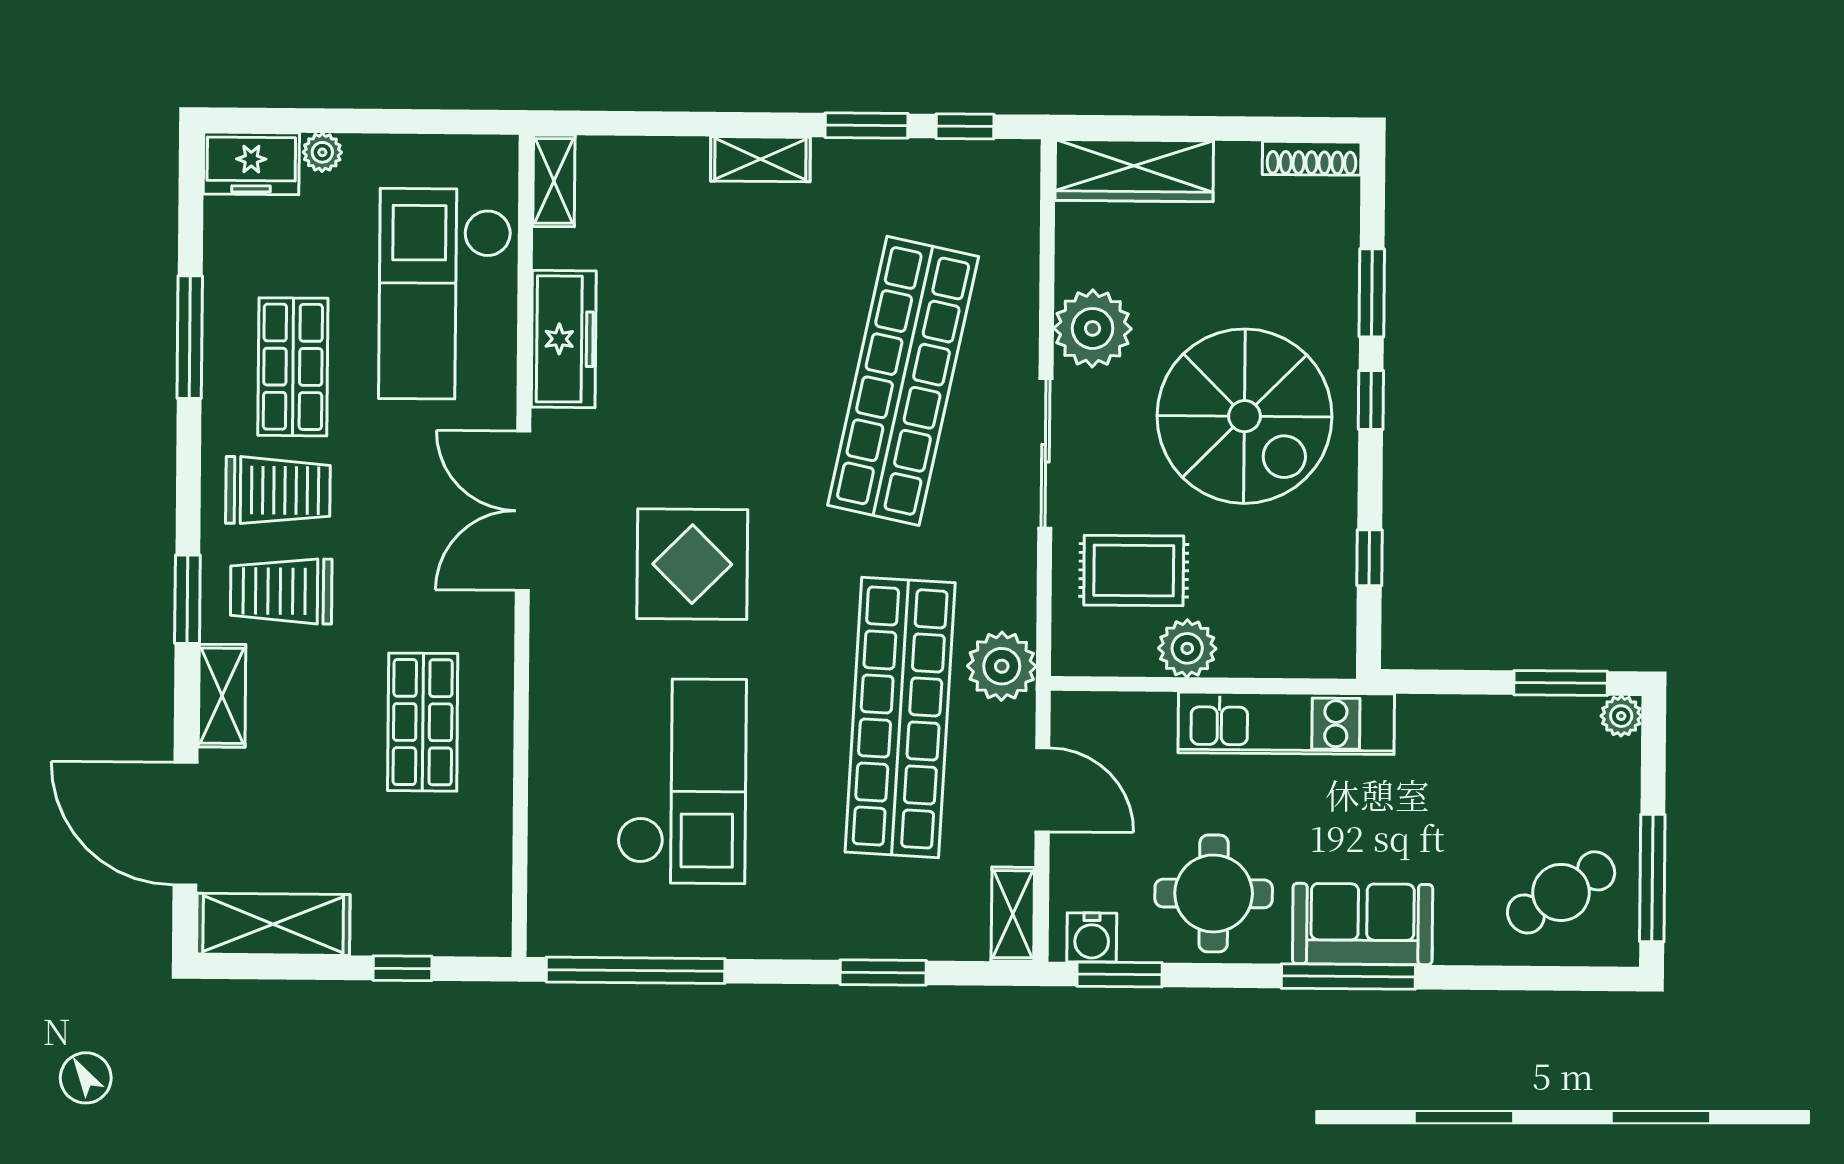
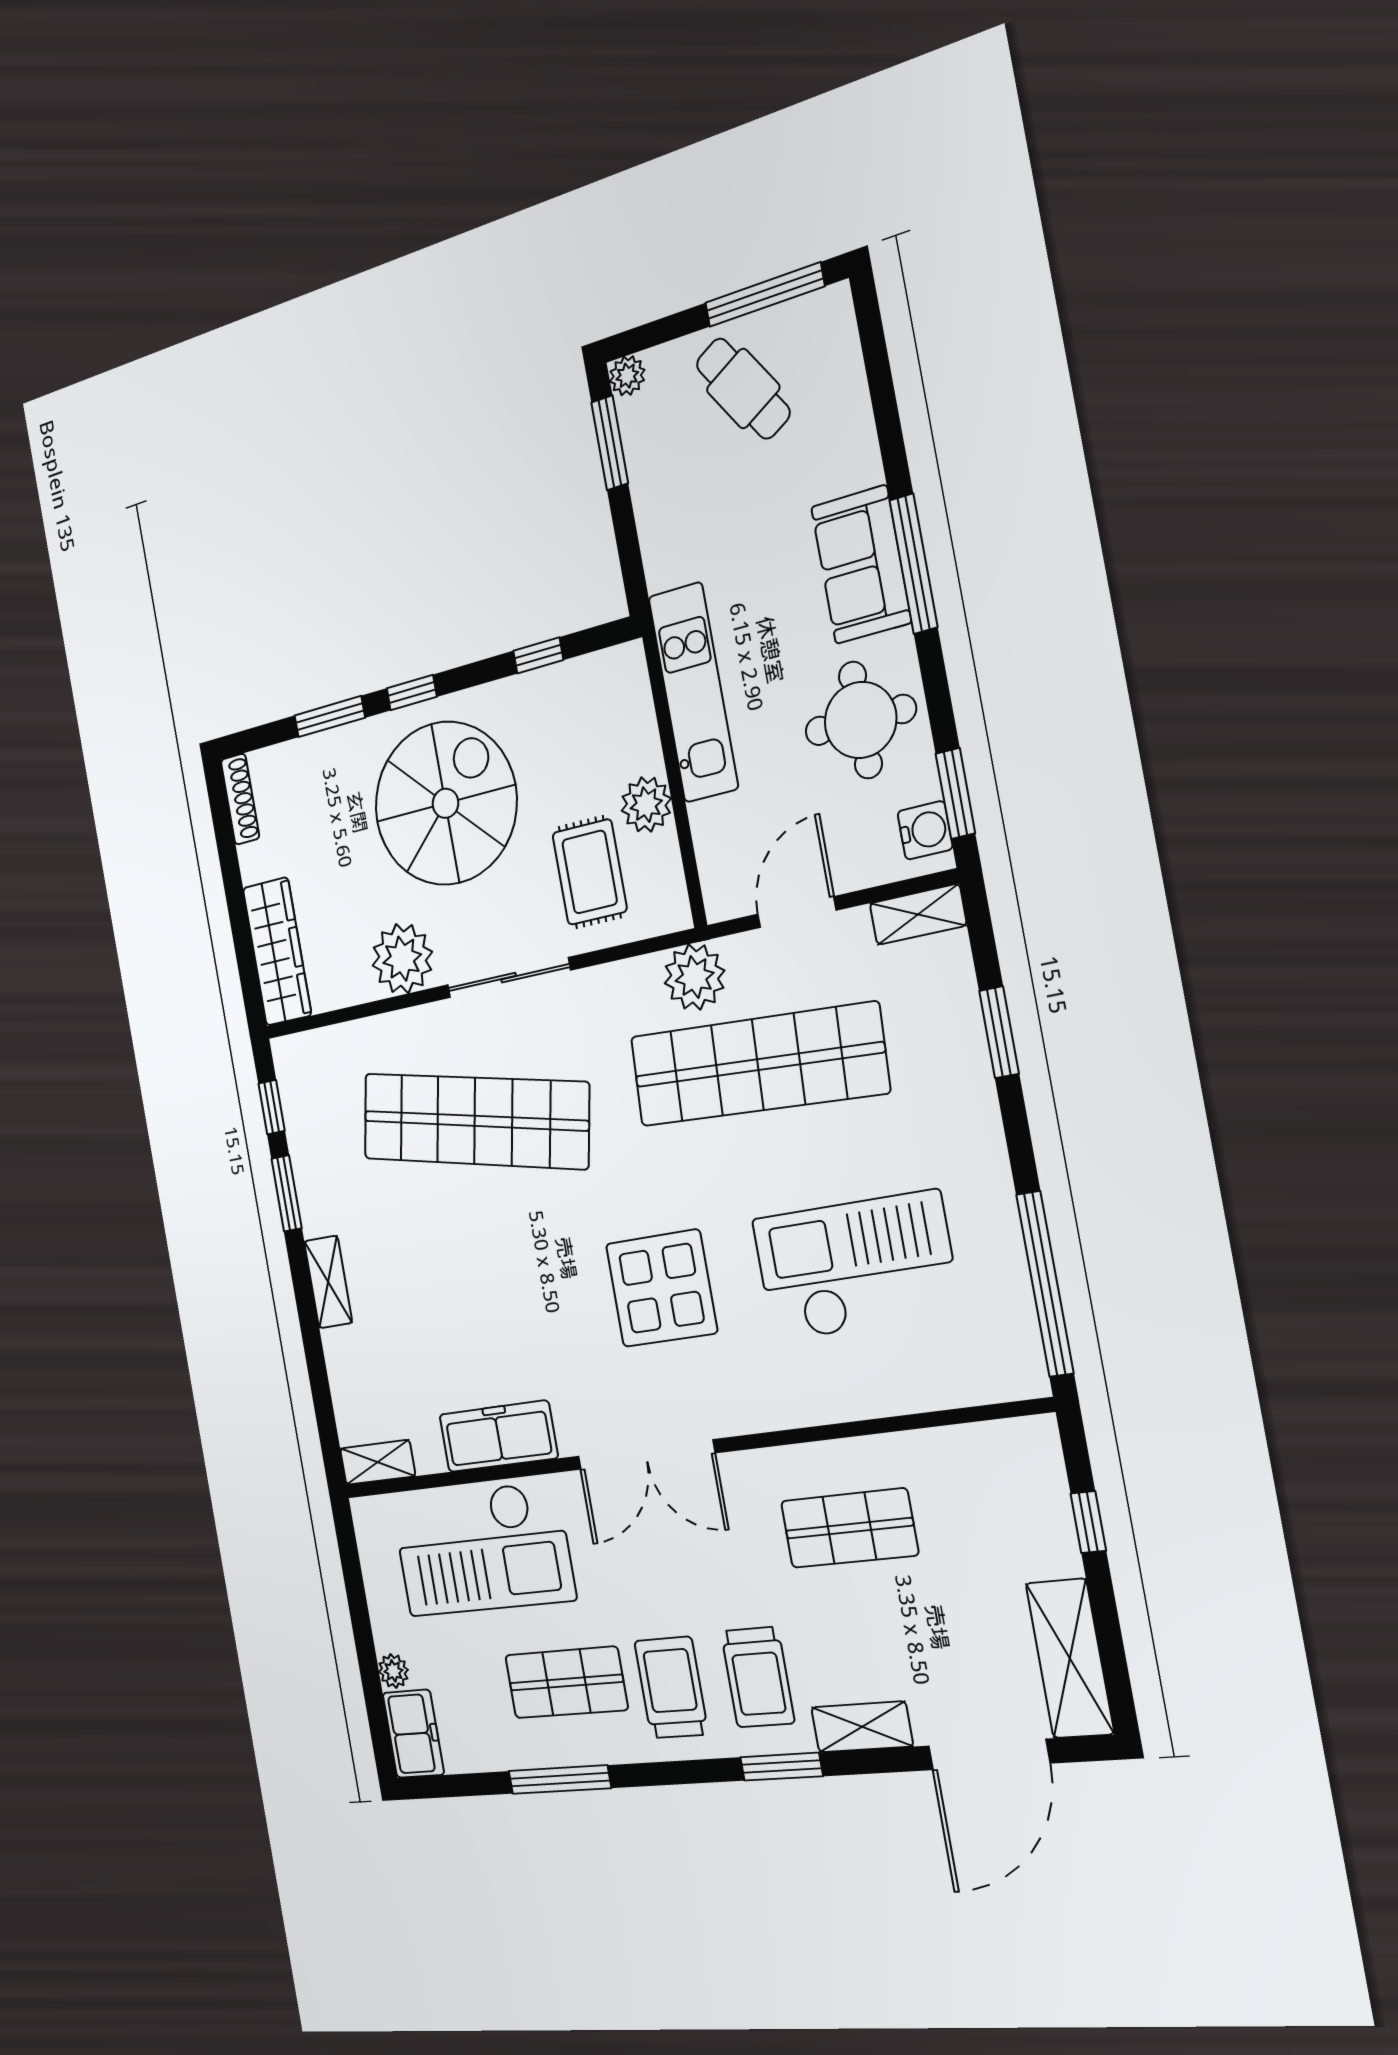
cafe table: (1561, 892) -> (743, 388), moved

